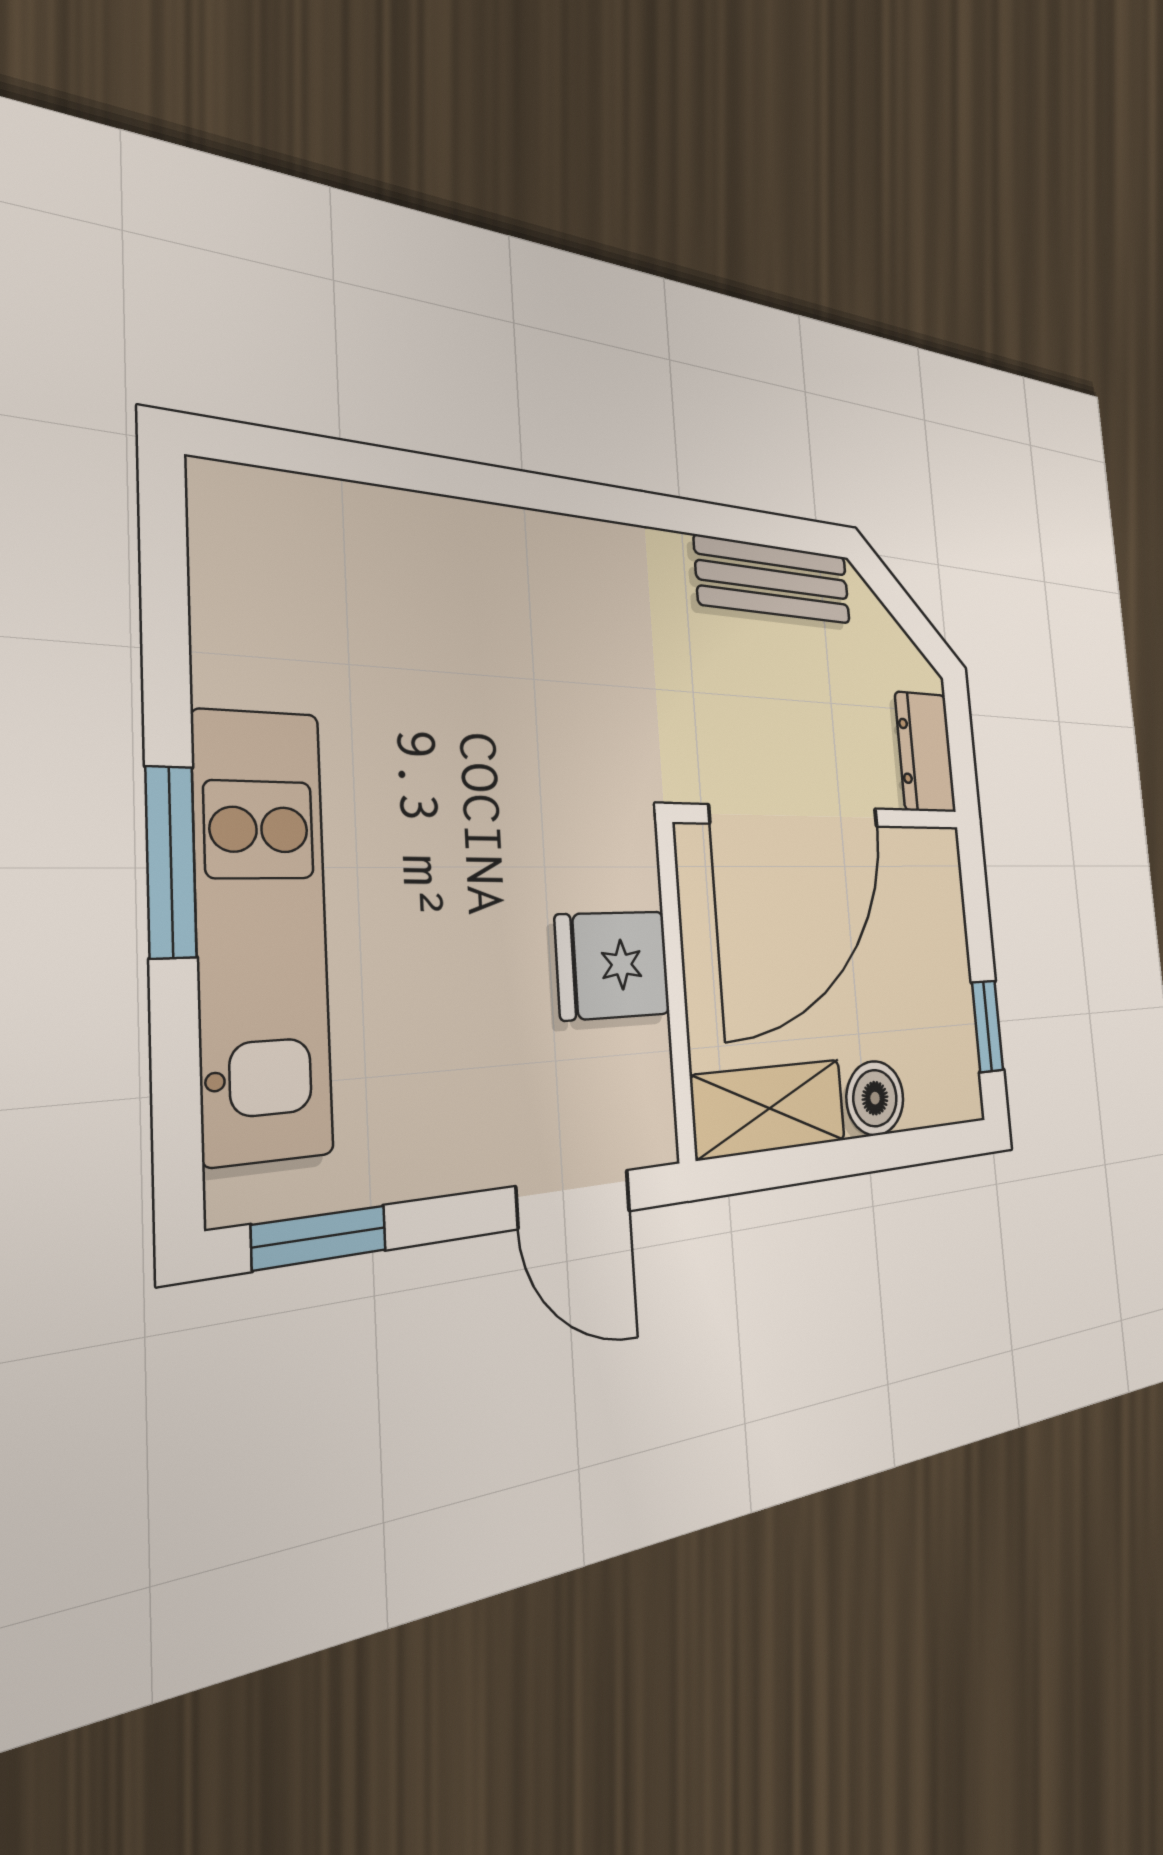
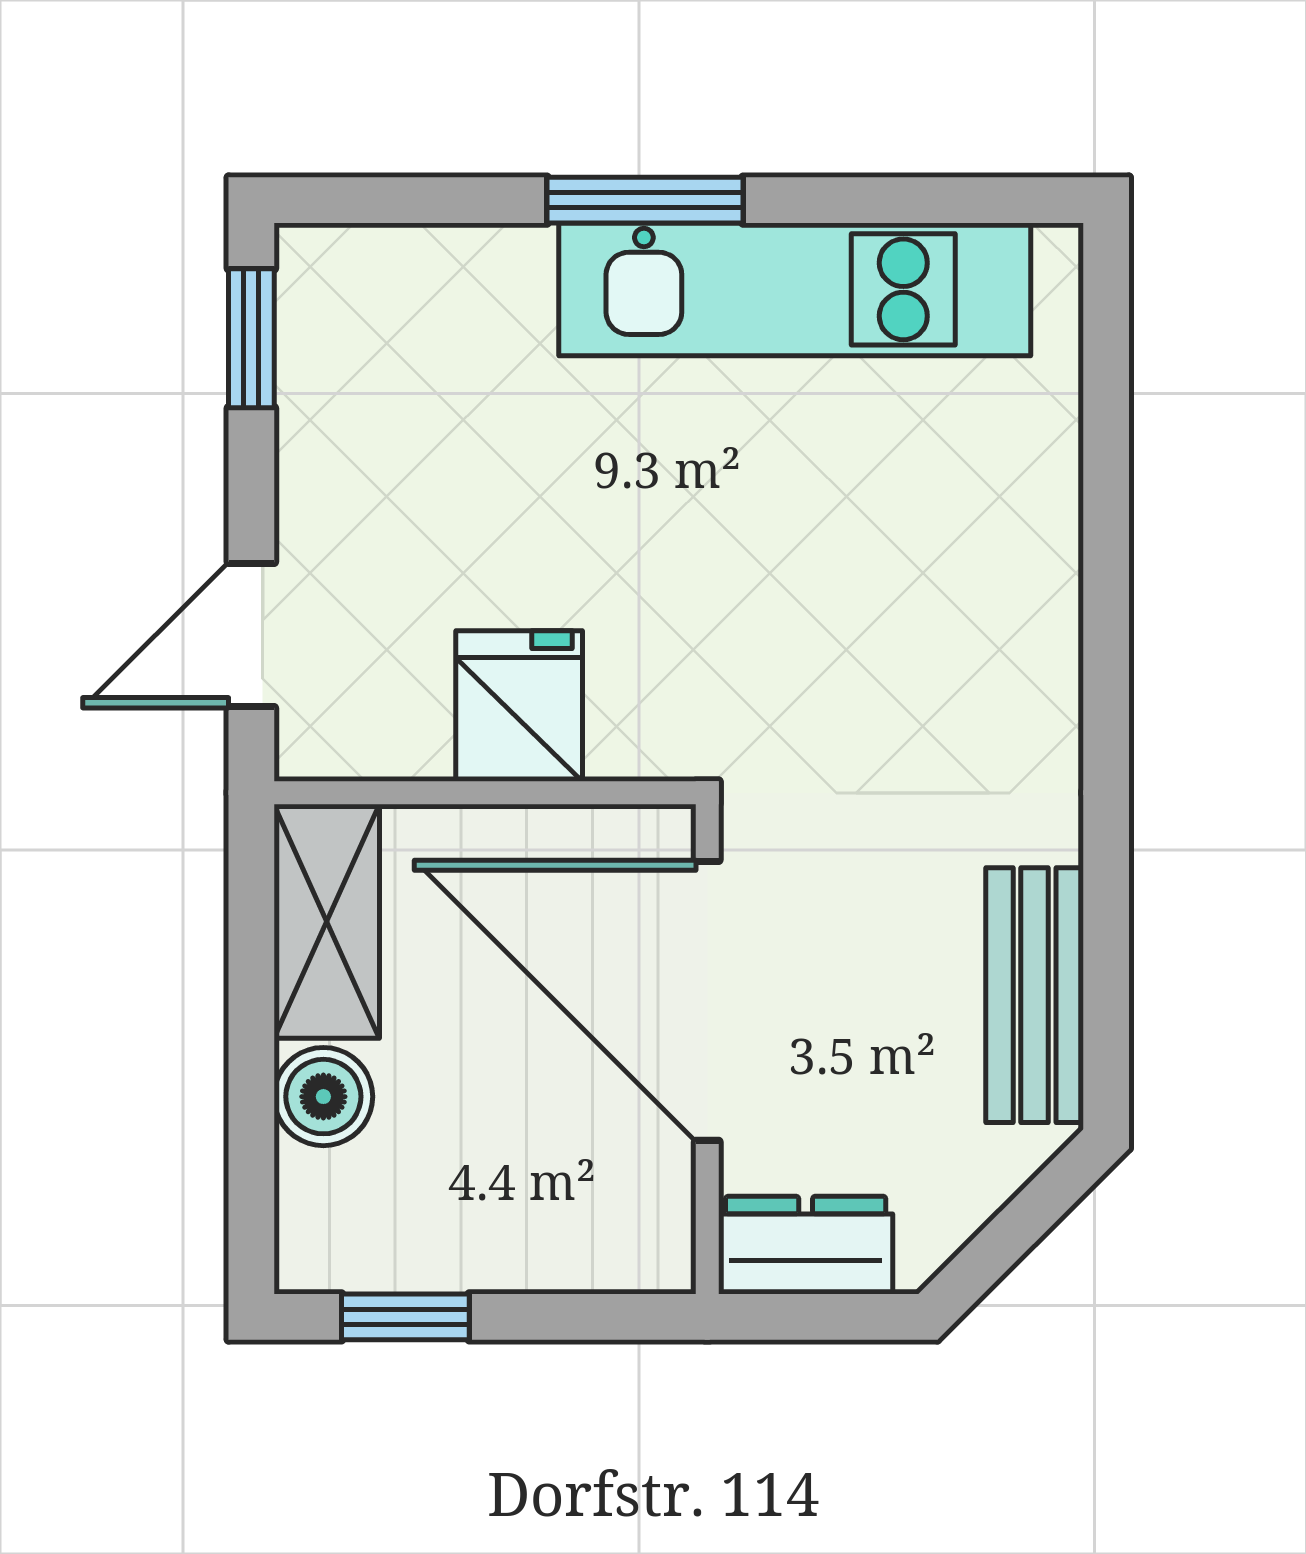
kitchen unit: (262, 932) -> (795, 289), moved

